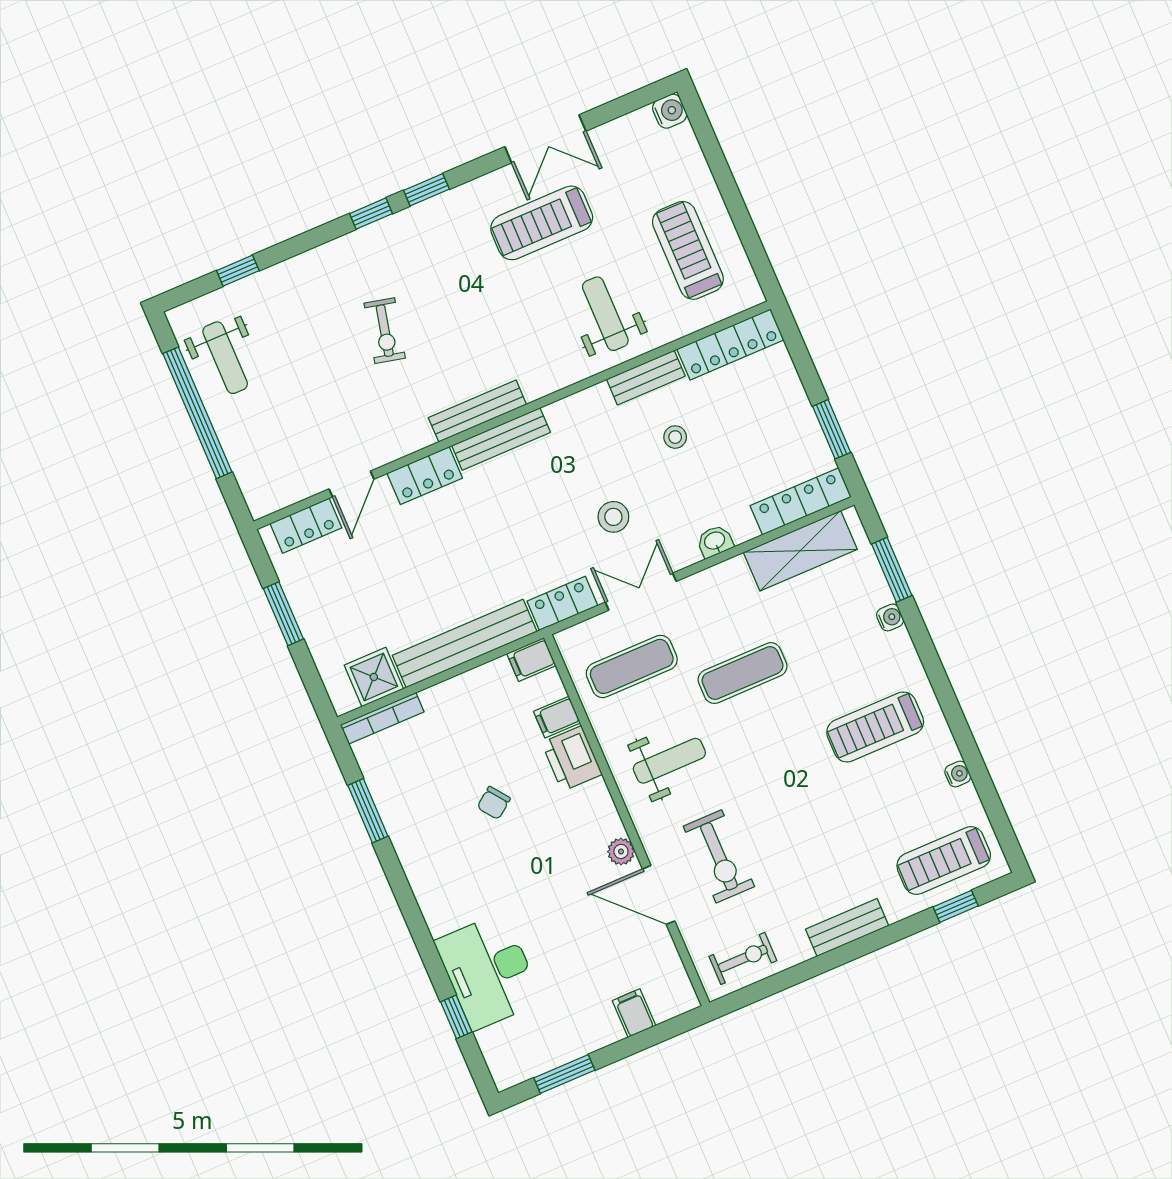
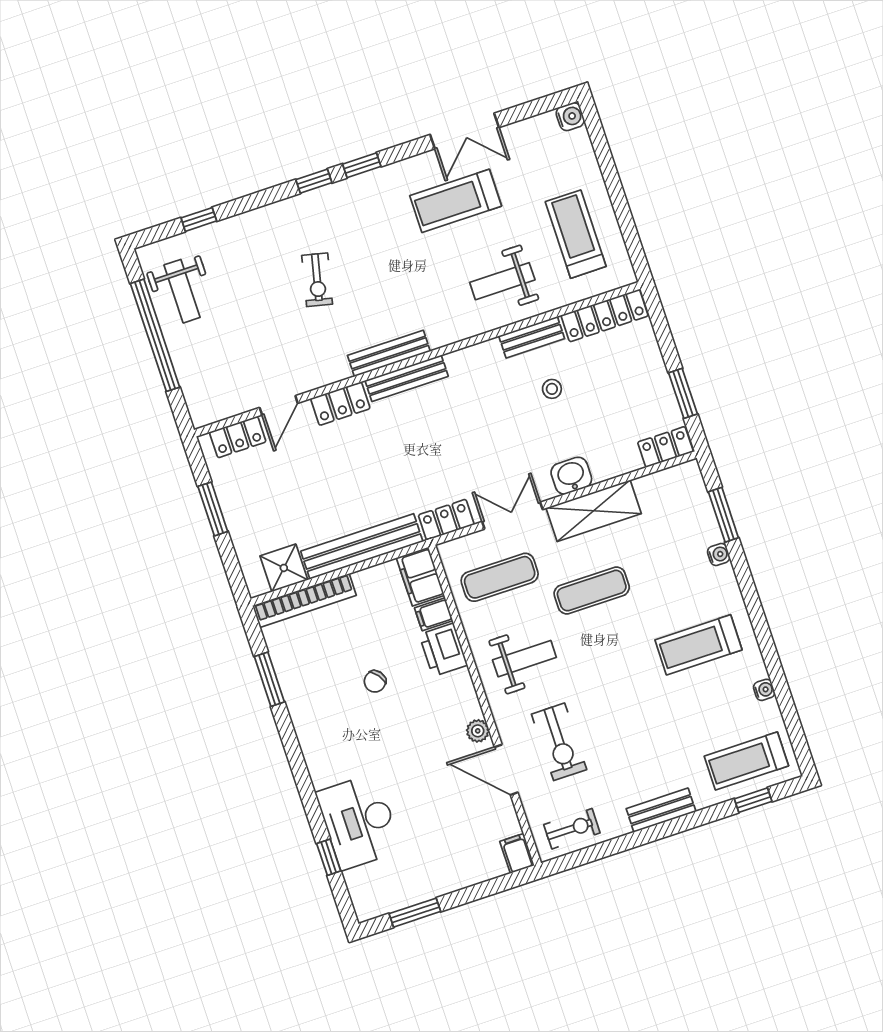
weight bench: (605, 314) -> (502, 281), turned -90
locker: (801, 501) -> (665, 447), width x0.66
stool: (613, 517) -> (495, 451), removed
washbasin: (715, 541) -> (571, 476), width x1.38, depth x1.45
shelving: (800, 551) -> (594, 511), moved
filing cabinet: (531, 660) -> (420, 577), width x2.00
bookcase: (382, 718) -> (304, 600), width x1.48, depth x1.31
filing cabinet: (634, 1013) -> (517, 853), moved

